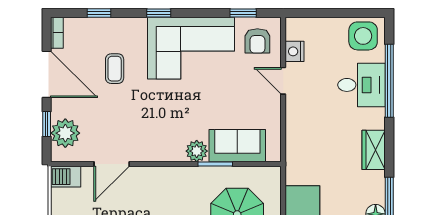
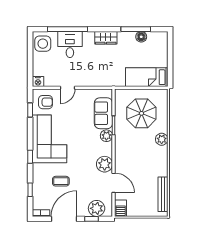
nightstand: (295, 51) -> (38, 82), moved
plant: (145, 148) -> (105, 164), added

